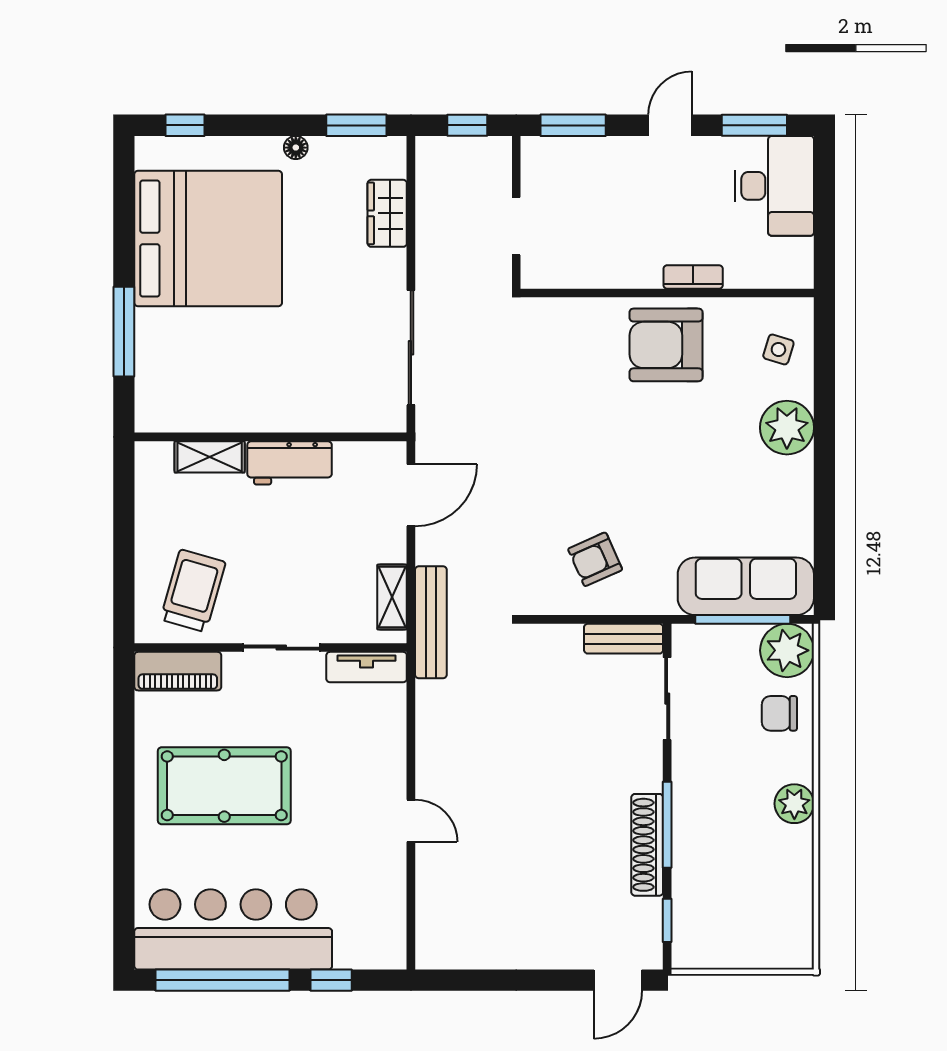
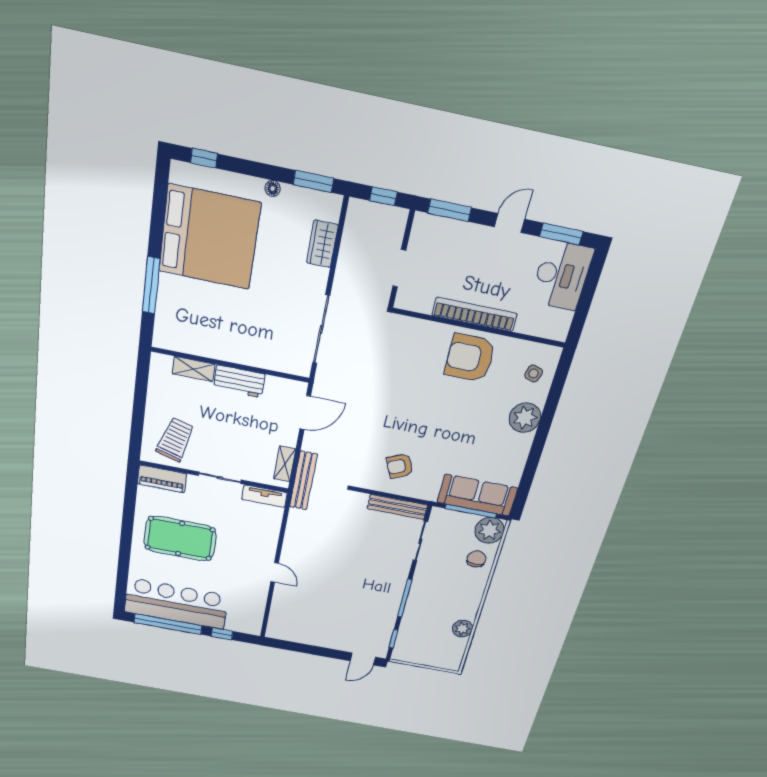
bookcase: (693, 277) -> (475, 314), width x2.31, depth x1.31
bench: (624, 639) -> (397, 507), width x1.36
chair: (779, 713) -> (476, 559), turned 90
plant: (794, 804) -> (462, 629), moved
shoe rack: (647, 845) -> (392, 605), removed

